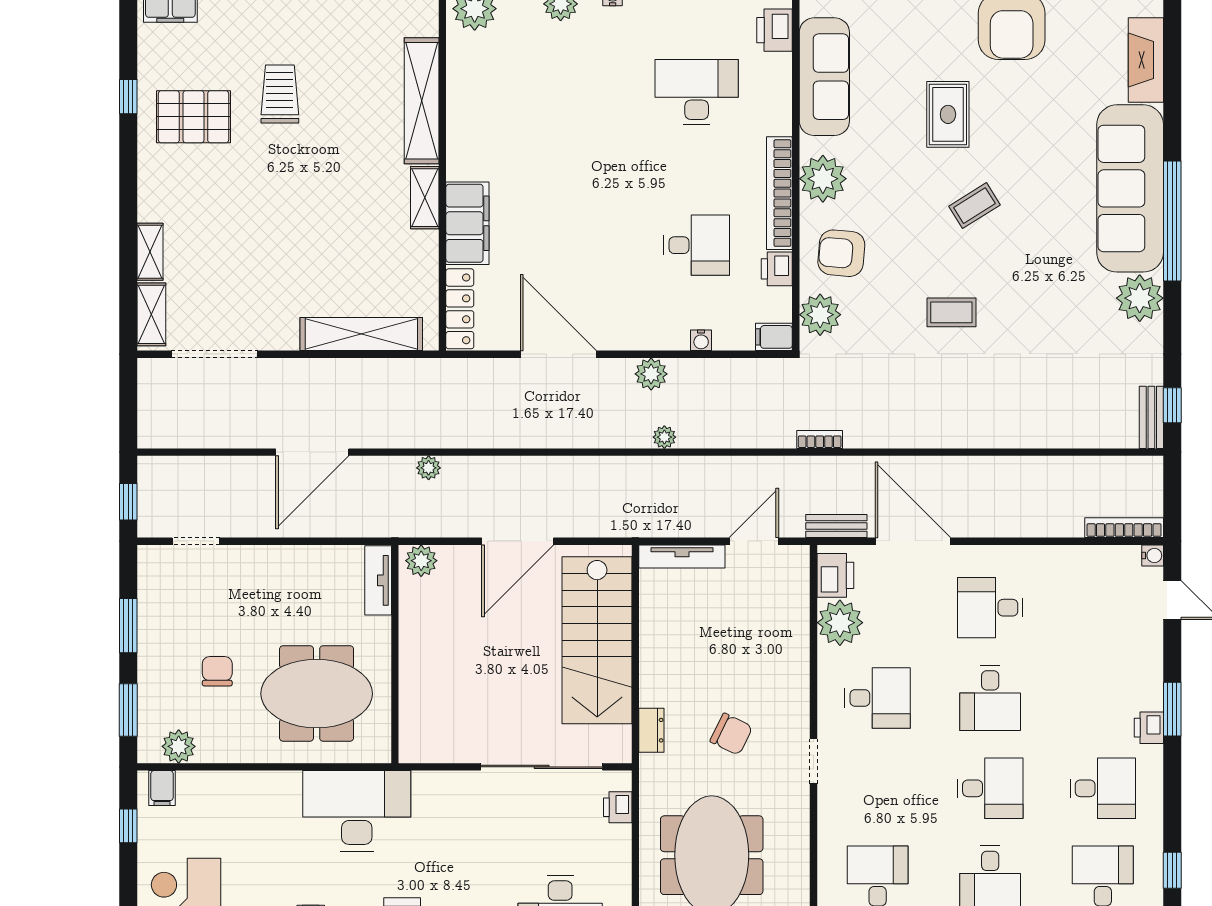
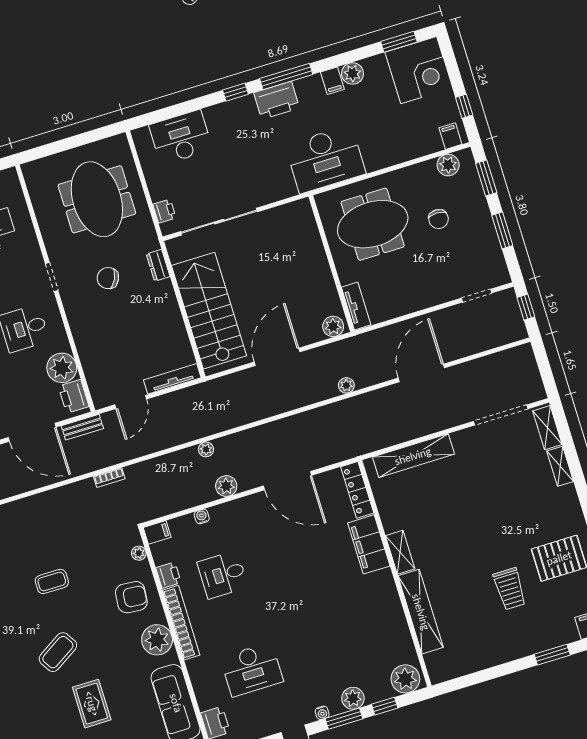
coffee table: (974, 206) -> (58, 652), width x1.36, depth x1.30
plant: (820, 315) -> (139, 553), width x0.53, depth x0.53

